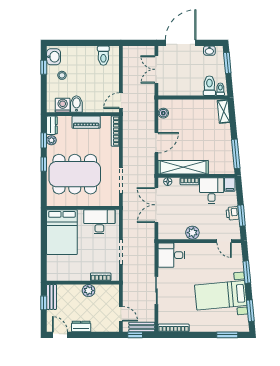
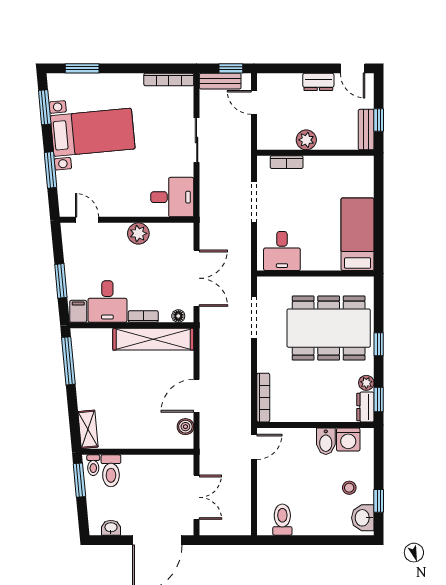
window: (227, 63) -> (79, 480), moved
piano: (86, 122) -> (310, 412), removed
window: (44, 140) -> (379, 399), moved
door: (156, 143) -> (197, 396), moved
printer: (232, 213) -> (74, 265), removed
window: (242, 216) -> (61, 281), moved
desk: (99, 222) -> (282, 251), width x0.73
bed: (62, 232) -> (358, 234), width x0.67

